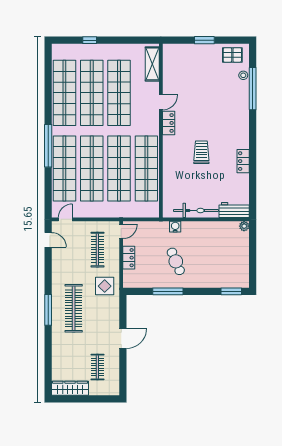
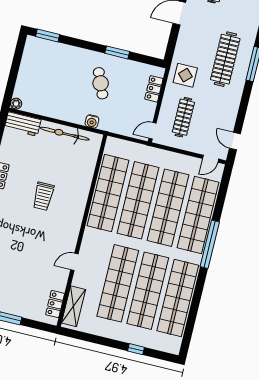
locker: (169, 123) -> (55, 304), moved
locker: (129, 258) -> (154, 89), moved
window: (168, 291) -> (117, 52), width x0.69

